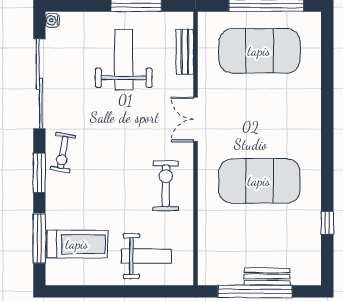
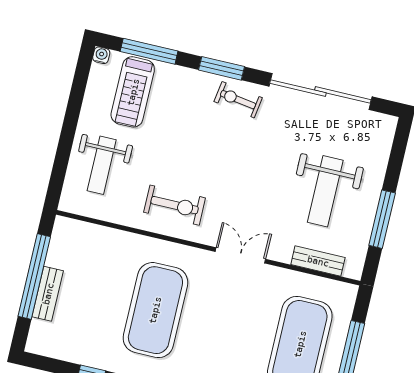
water cooler: (52, 20) -> (101, 55), moved
weight bench: (124, 60) -> (325, 191), turned 90

